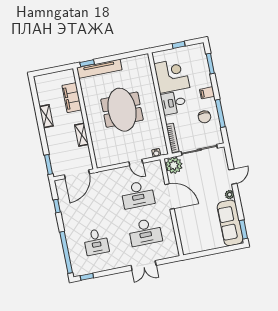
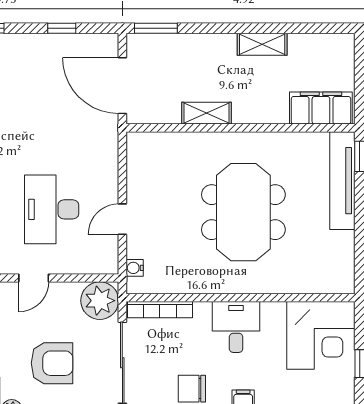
corner desk: (172, 76) -> (321, 335), moved
filing cabinet: (72, 98) -> (321, 108), moved
meeting table: (122, 110) -> (243, 212), turned 90
armchair: (206, 181) -> (52, 363), added
door: (170, 196) -> (34, 278), width x0.53

